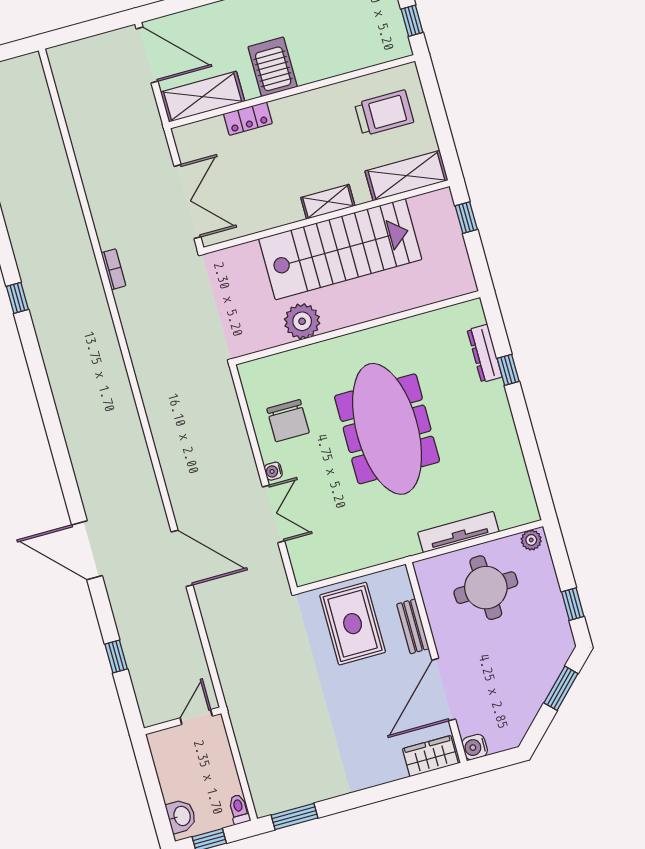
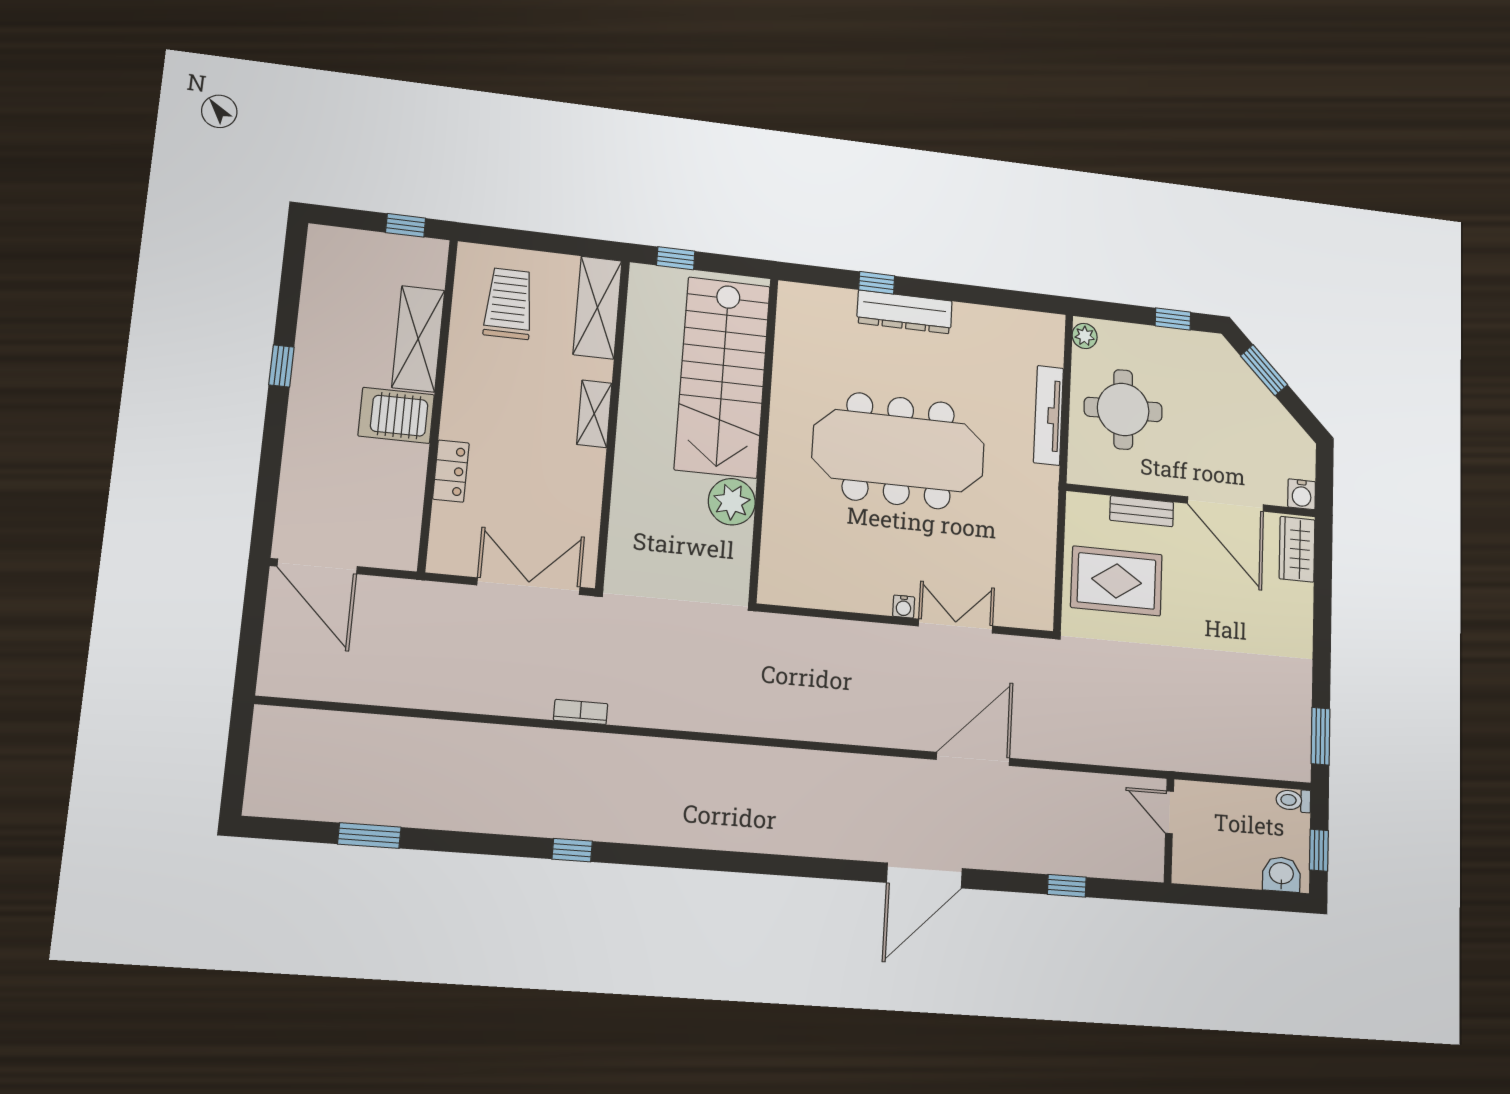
door: (147, 55) -> (317, 566), swing flipped
shelving: (203, 97) -> (418, 339), moved
stairs: (340, 249) -> (722, 377), moved, turned 180
dresser: (485, 353) -> (905, 312), moved, width x1.37, depth x1.24
chair: (288, 421) -> (848, 565), removed

